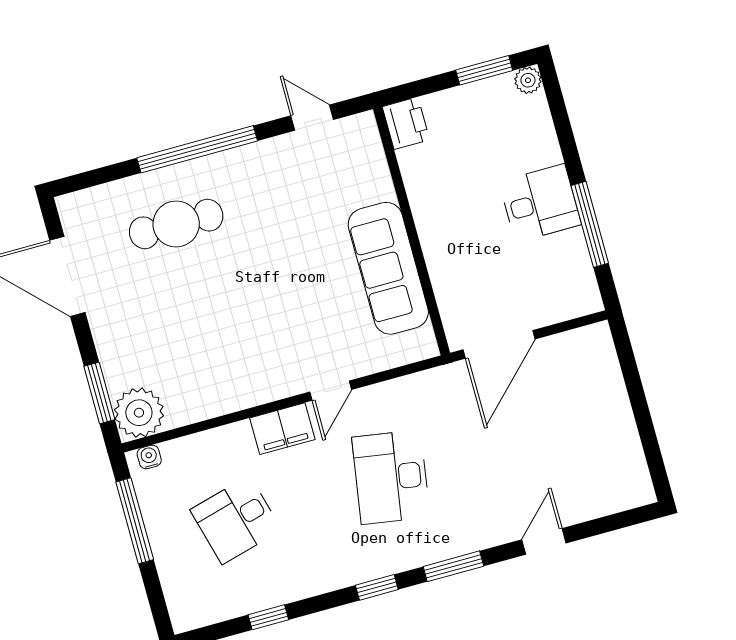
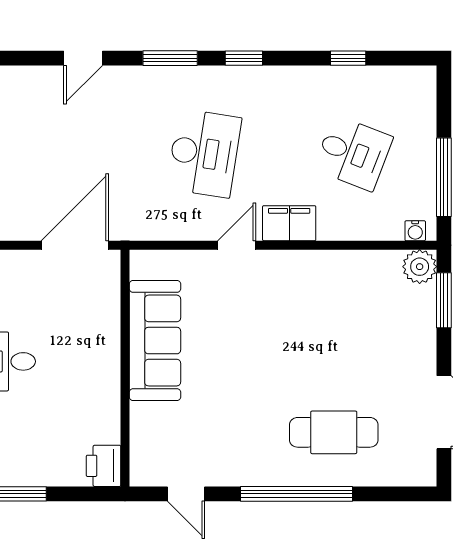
plant: (139, 413) -> (420, 267), width x0.73, depth x0.73
desk: (236, 520) -> (353, 153), turned 36

